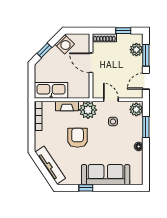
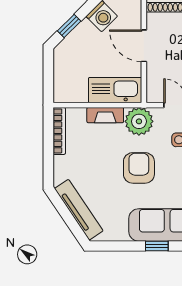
kitchen sink: (51, 90) -> (115, 90), moved
armchair: (78, 138) -> (139, 168), moved
window: (86, 188) -> (157, 246), moved

